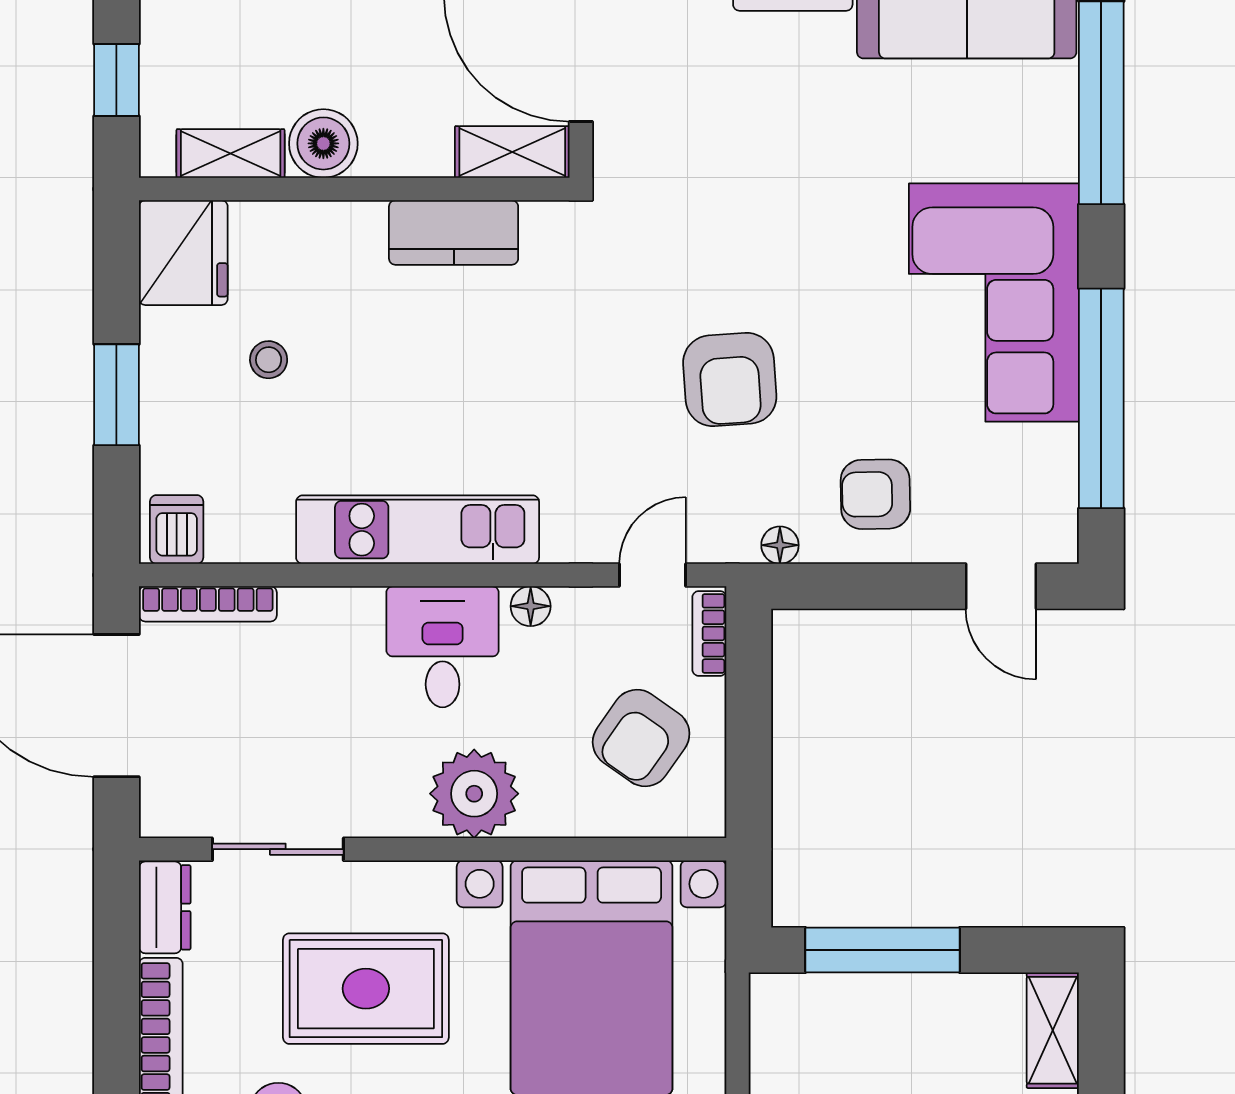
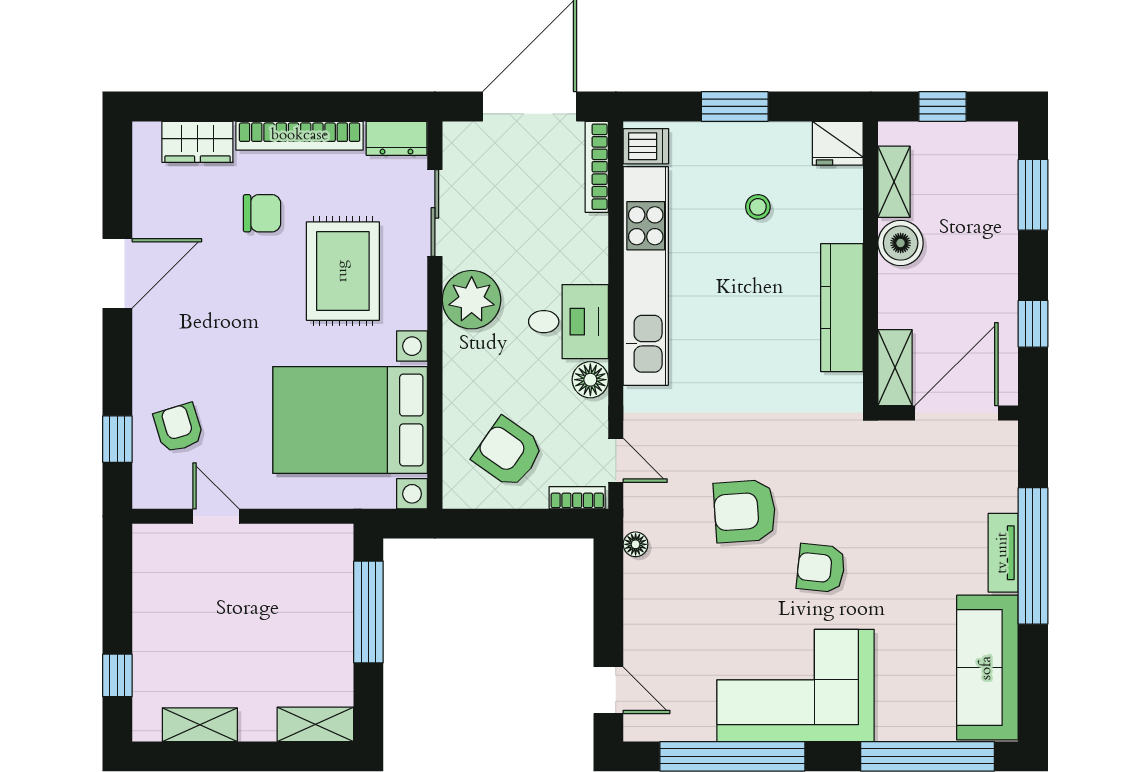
kitchen counter: (454, 232) -> (842, 308), width x1.50
fridge: (183, 253) -> (838, 143), width x0.73, depth x0.75
armchair: (875, 494) -> (821, 568), moved, turned -83
kitchen unit: (418, 530) -> (646, 276), width x1.36
door: (1001, 586) -> (608, 690), swing flipped
floor lamp: (531, 606) -> (590, 380), width x1.37, depth x1.37
plant: (474, 794) -> (472, 300), moved

